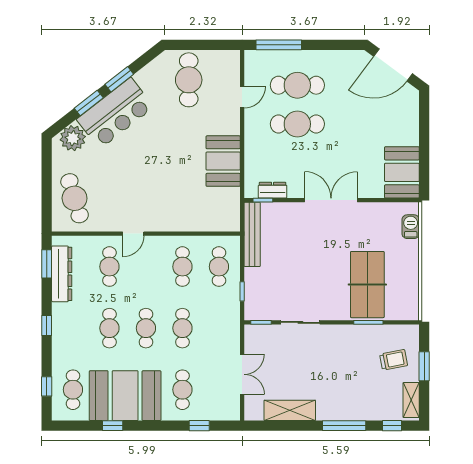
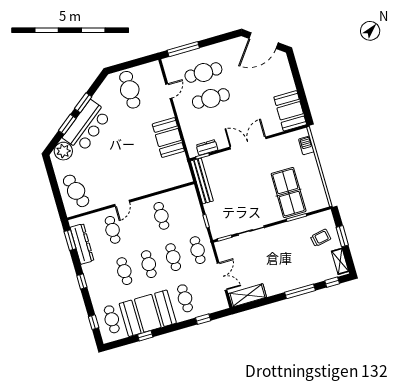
cafe table: (219, 267) -> (198, 250), moved
shelving: (290, 410) -> (247, 295), moved

